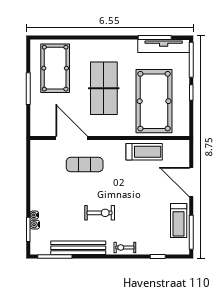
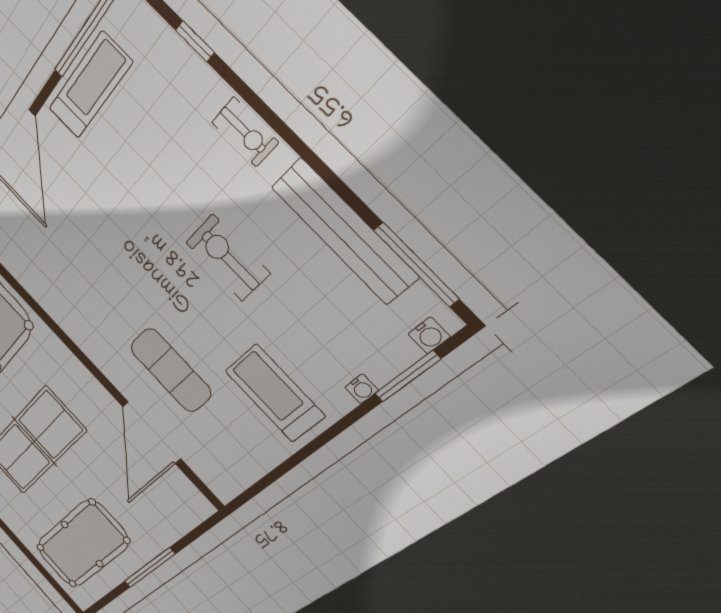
treadmill: (144, 152) -> (274, 393), moved
water cooler: (35, 225) -> (429, 335), moved

